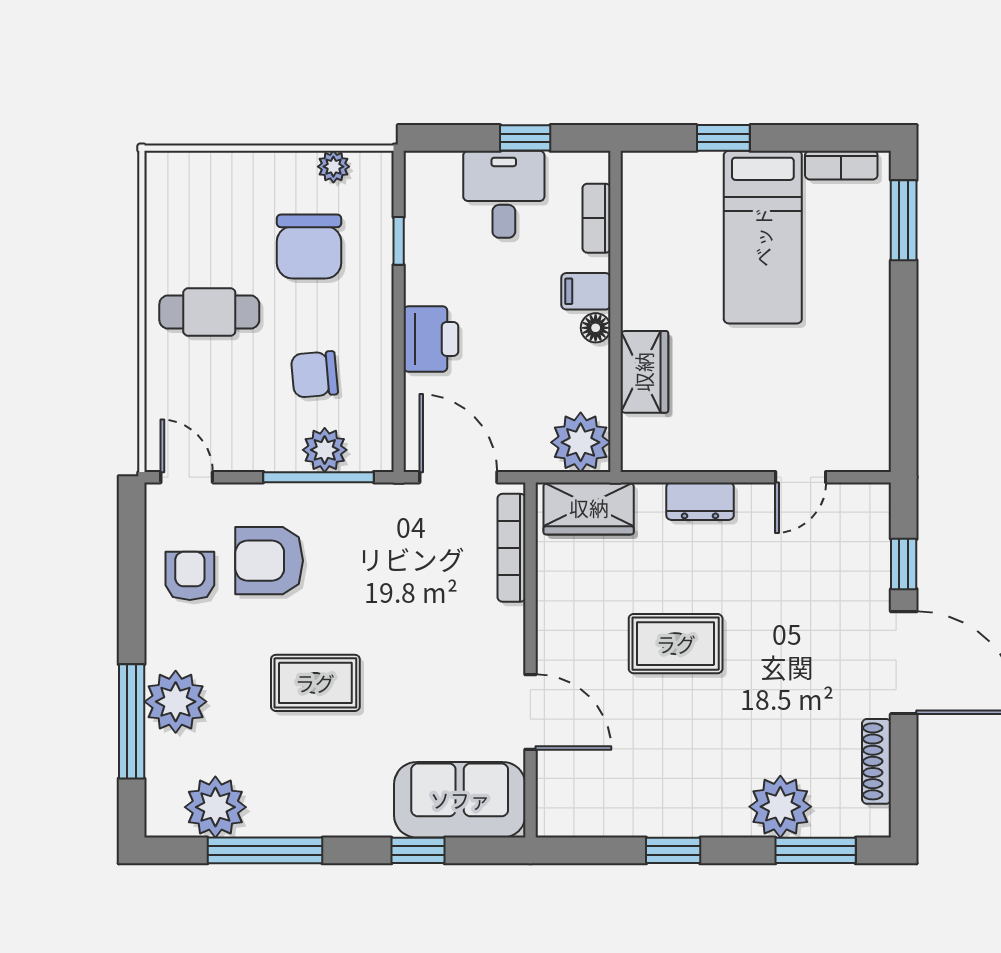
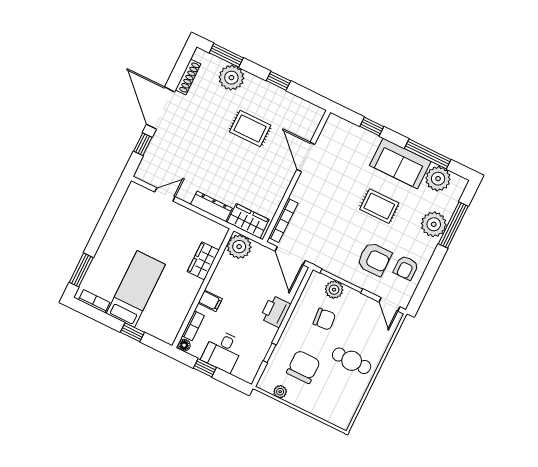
floor lamp: (596, 328) -> (184, 345), moved
dresser: (700, 501) -> (211, 206), width x1.44
rug: (676, 644) -> (250, 128), moved
sofa: (460, 800) -> (400, 163), moved

